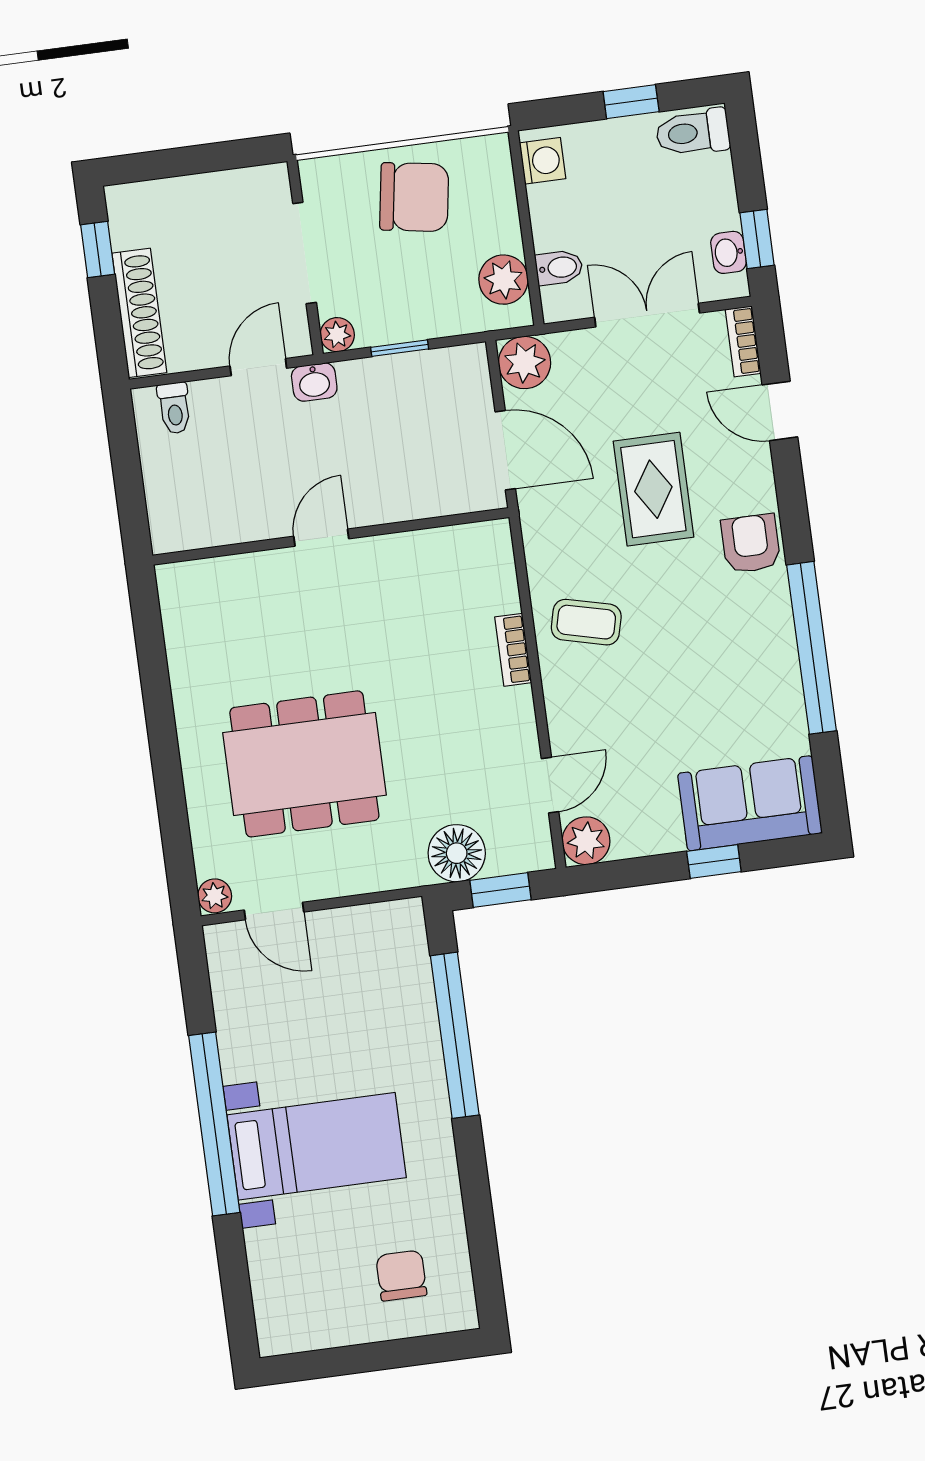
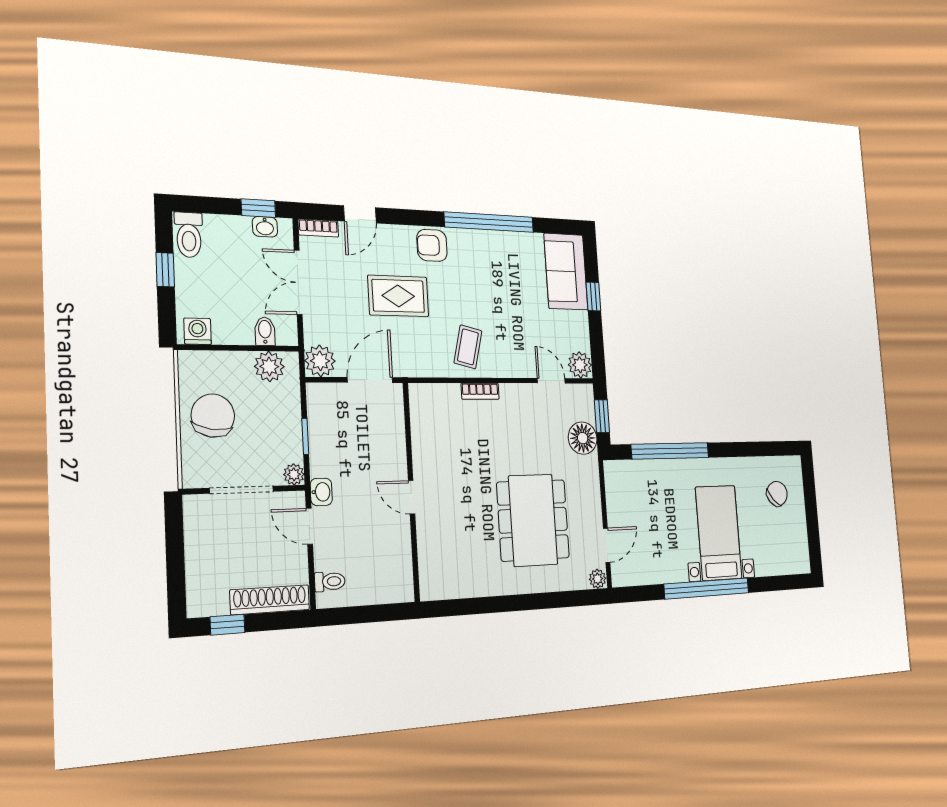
chair: (401, 1276) -> (777, 494), turned 138

